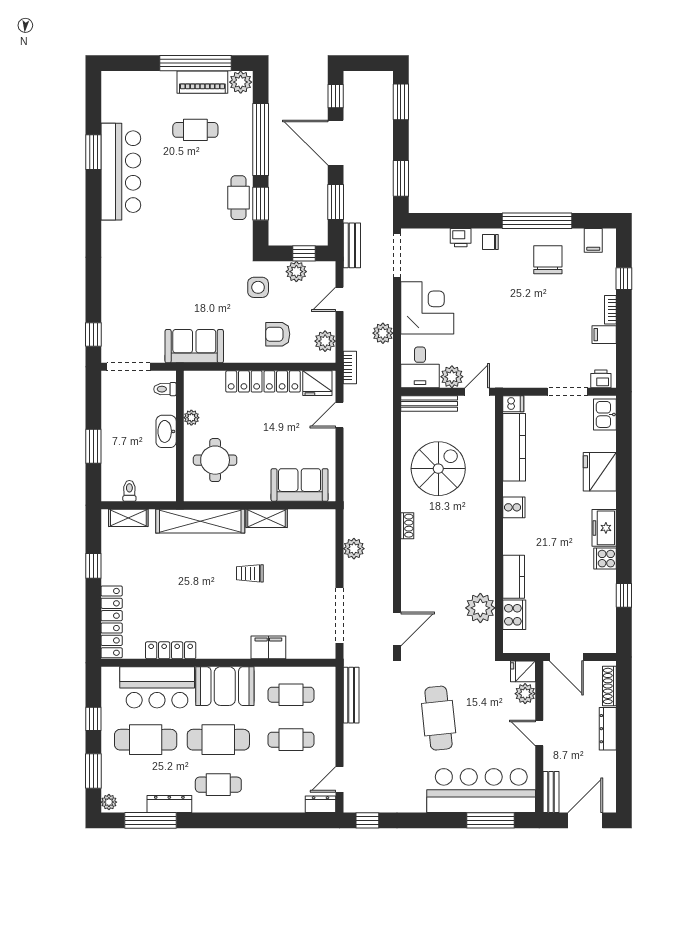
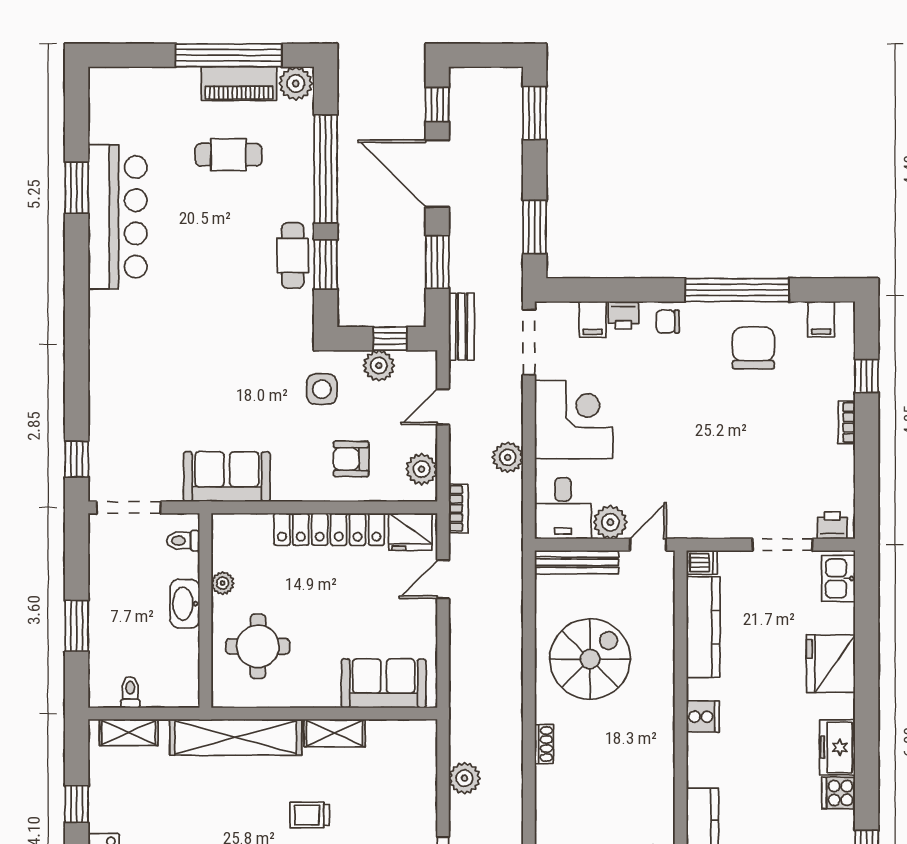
filing cabinet: (604, 335) -> (593, 319), moved, turned -90

